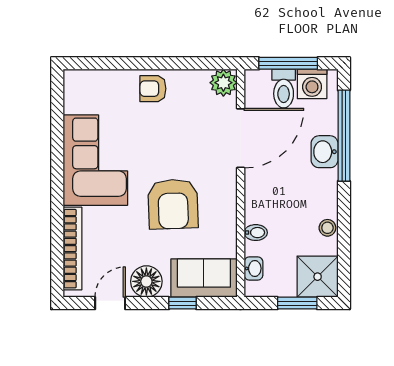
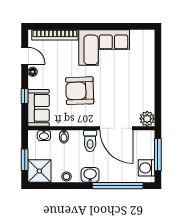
armchair: (153, 89) -> (144, 80), removed
toilet: (284, 89) -> (90, 141), moved, turned -90
washbasin: (325, 152) -> (90, 175), moved
floor lamp: (146, 281) -> (33, 72), width x0.53, depth x0.53

